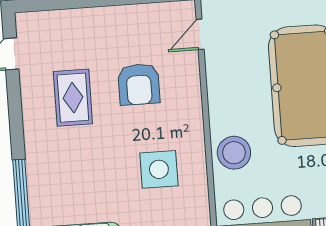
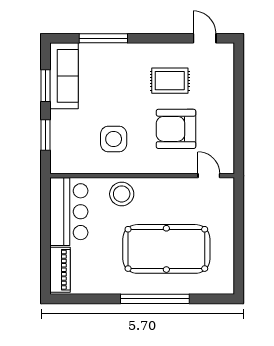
armchair: (139, 84) -> (176, 129), width x1.36, depth x1.36

